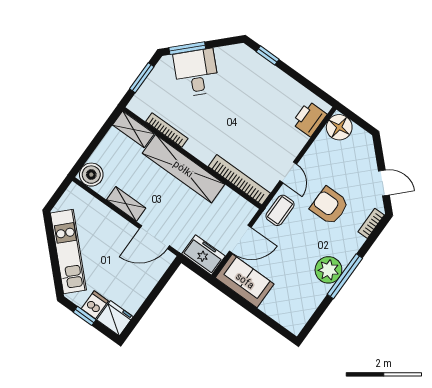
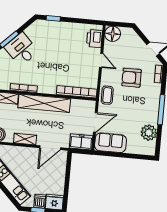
door: (288, 172) -> (101, 61), moved
plant: (328, 270) -> (149, 133), moved

